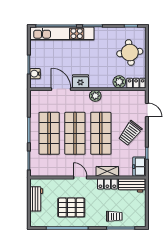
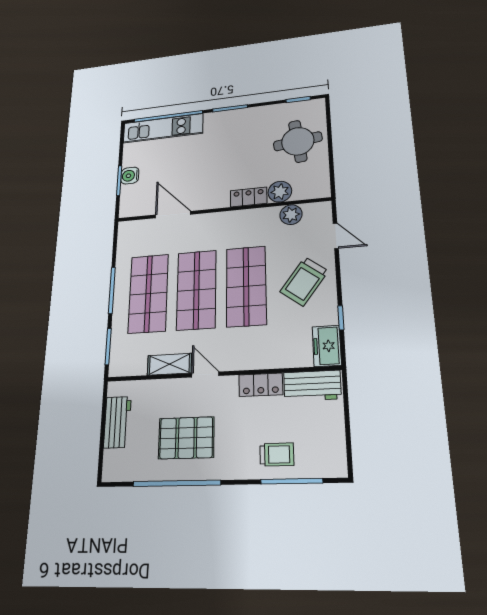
kitchen unit: (62, 34) -> (163, 128), width x0.73
water cooler: (35, 74) -> (130, 176), moved
fridge: (80, 81) -> (208, 198), removed
locker: (136, 83) -> (249, 197), moved
plant: (95, 96) -> (291, 215), moved
shelving: (107, 171) -> (169, 364), moved

